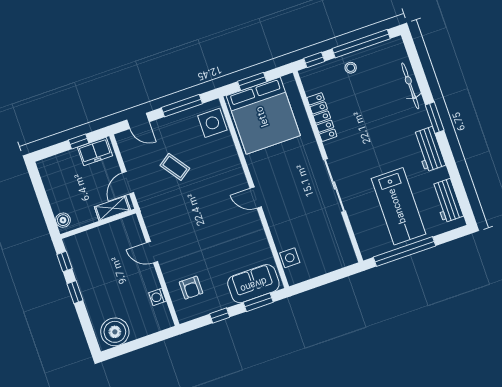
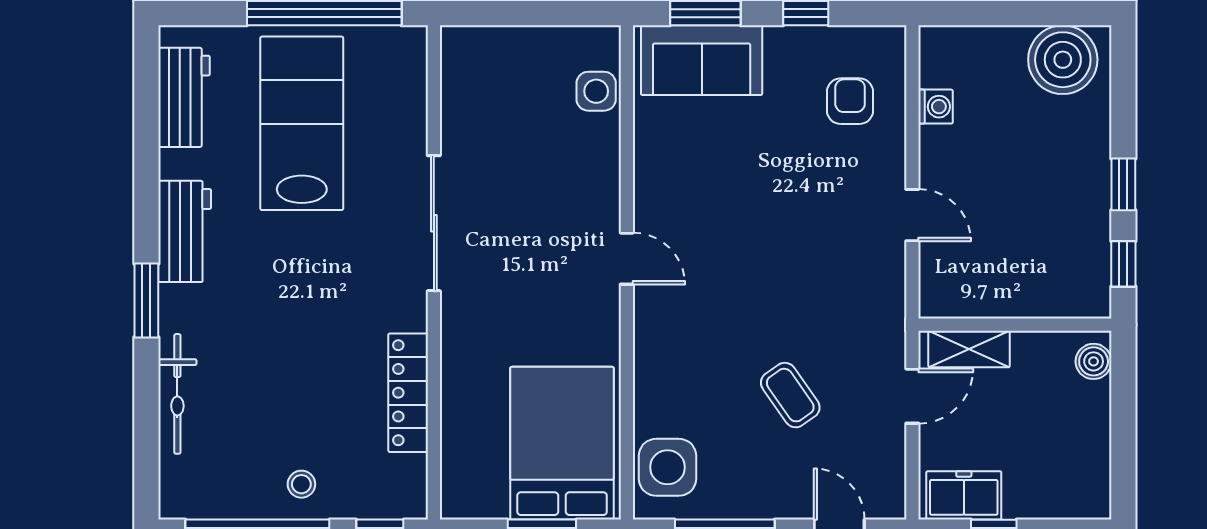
bed: (263, 116) -> (562, 443), width x0.73

